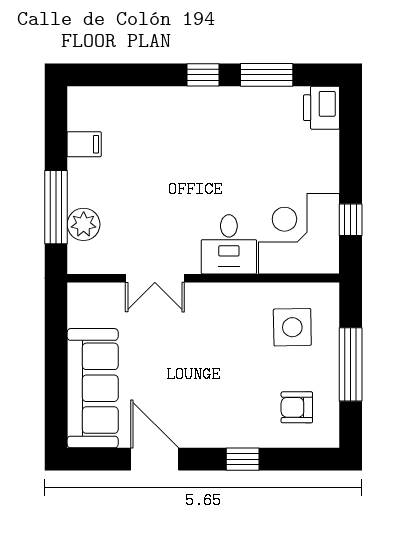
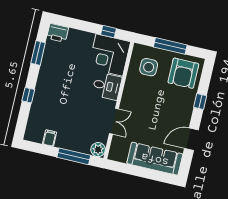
window: (203, 75) -> (28, 95), moved
plant: (84, 224) -> (98, 150), moved
armchair: (297, 407) -> (183, 73), width x1.88, depth x1.88

